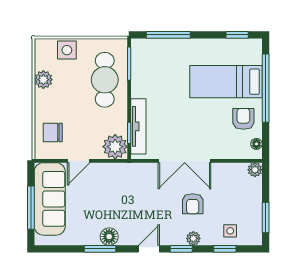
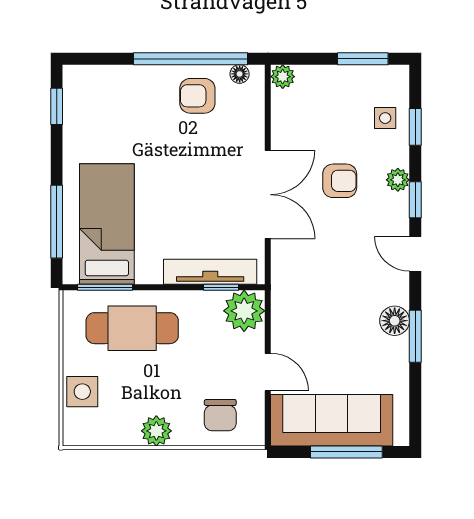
plant: (43, 80) -> (156, 431), moved
bed: (226, 82) -> (107, 224), moved, turned 180
window: (266, 88) -> (191, 59), moved

